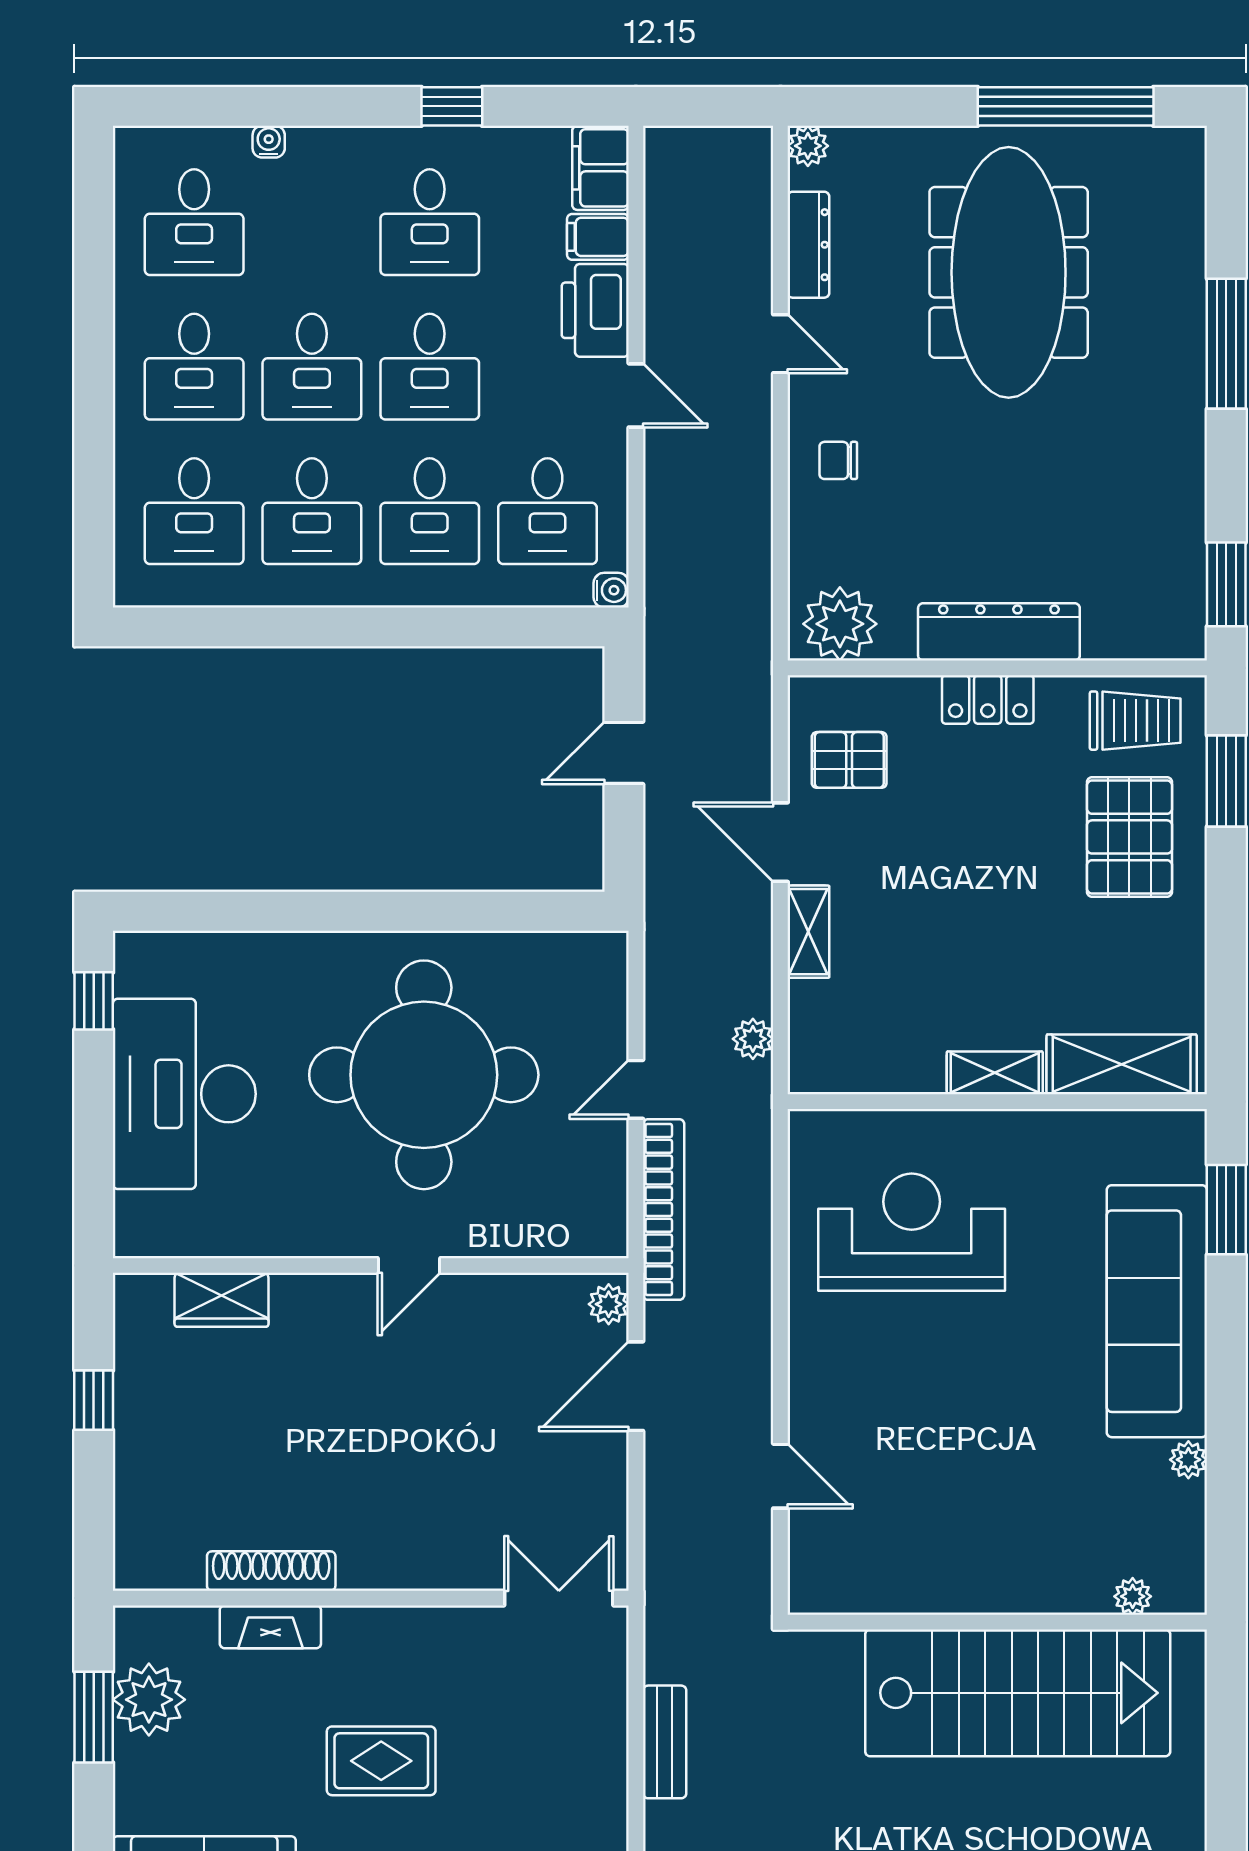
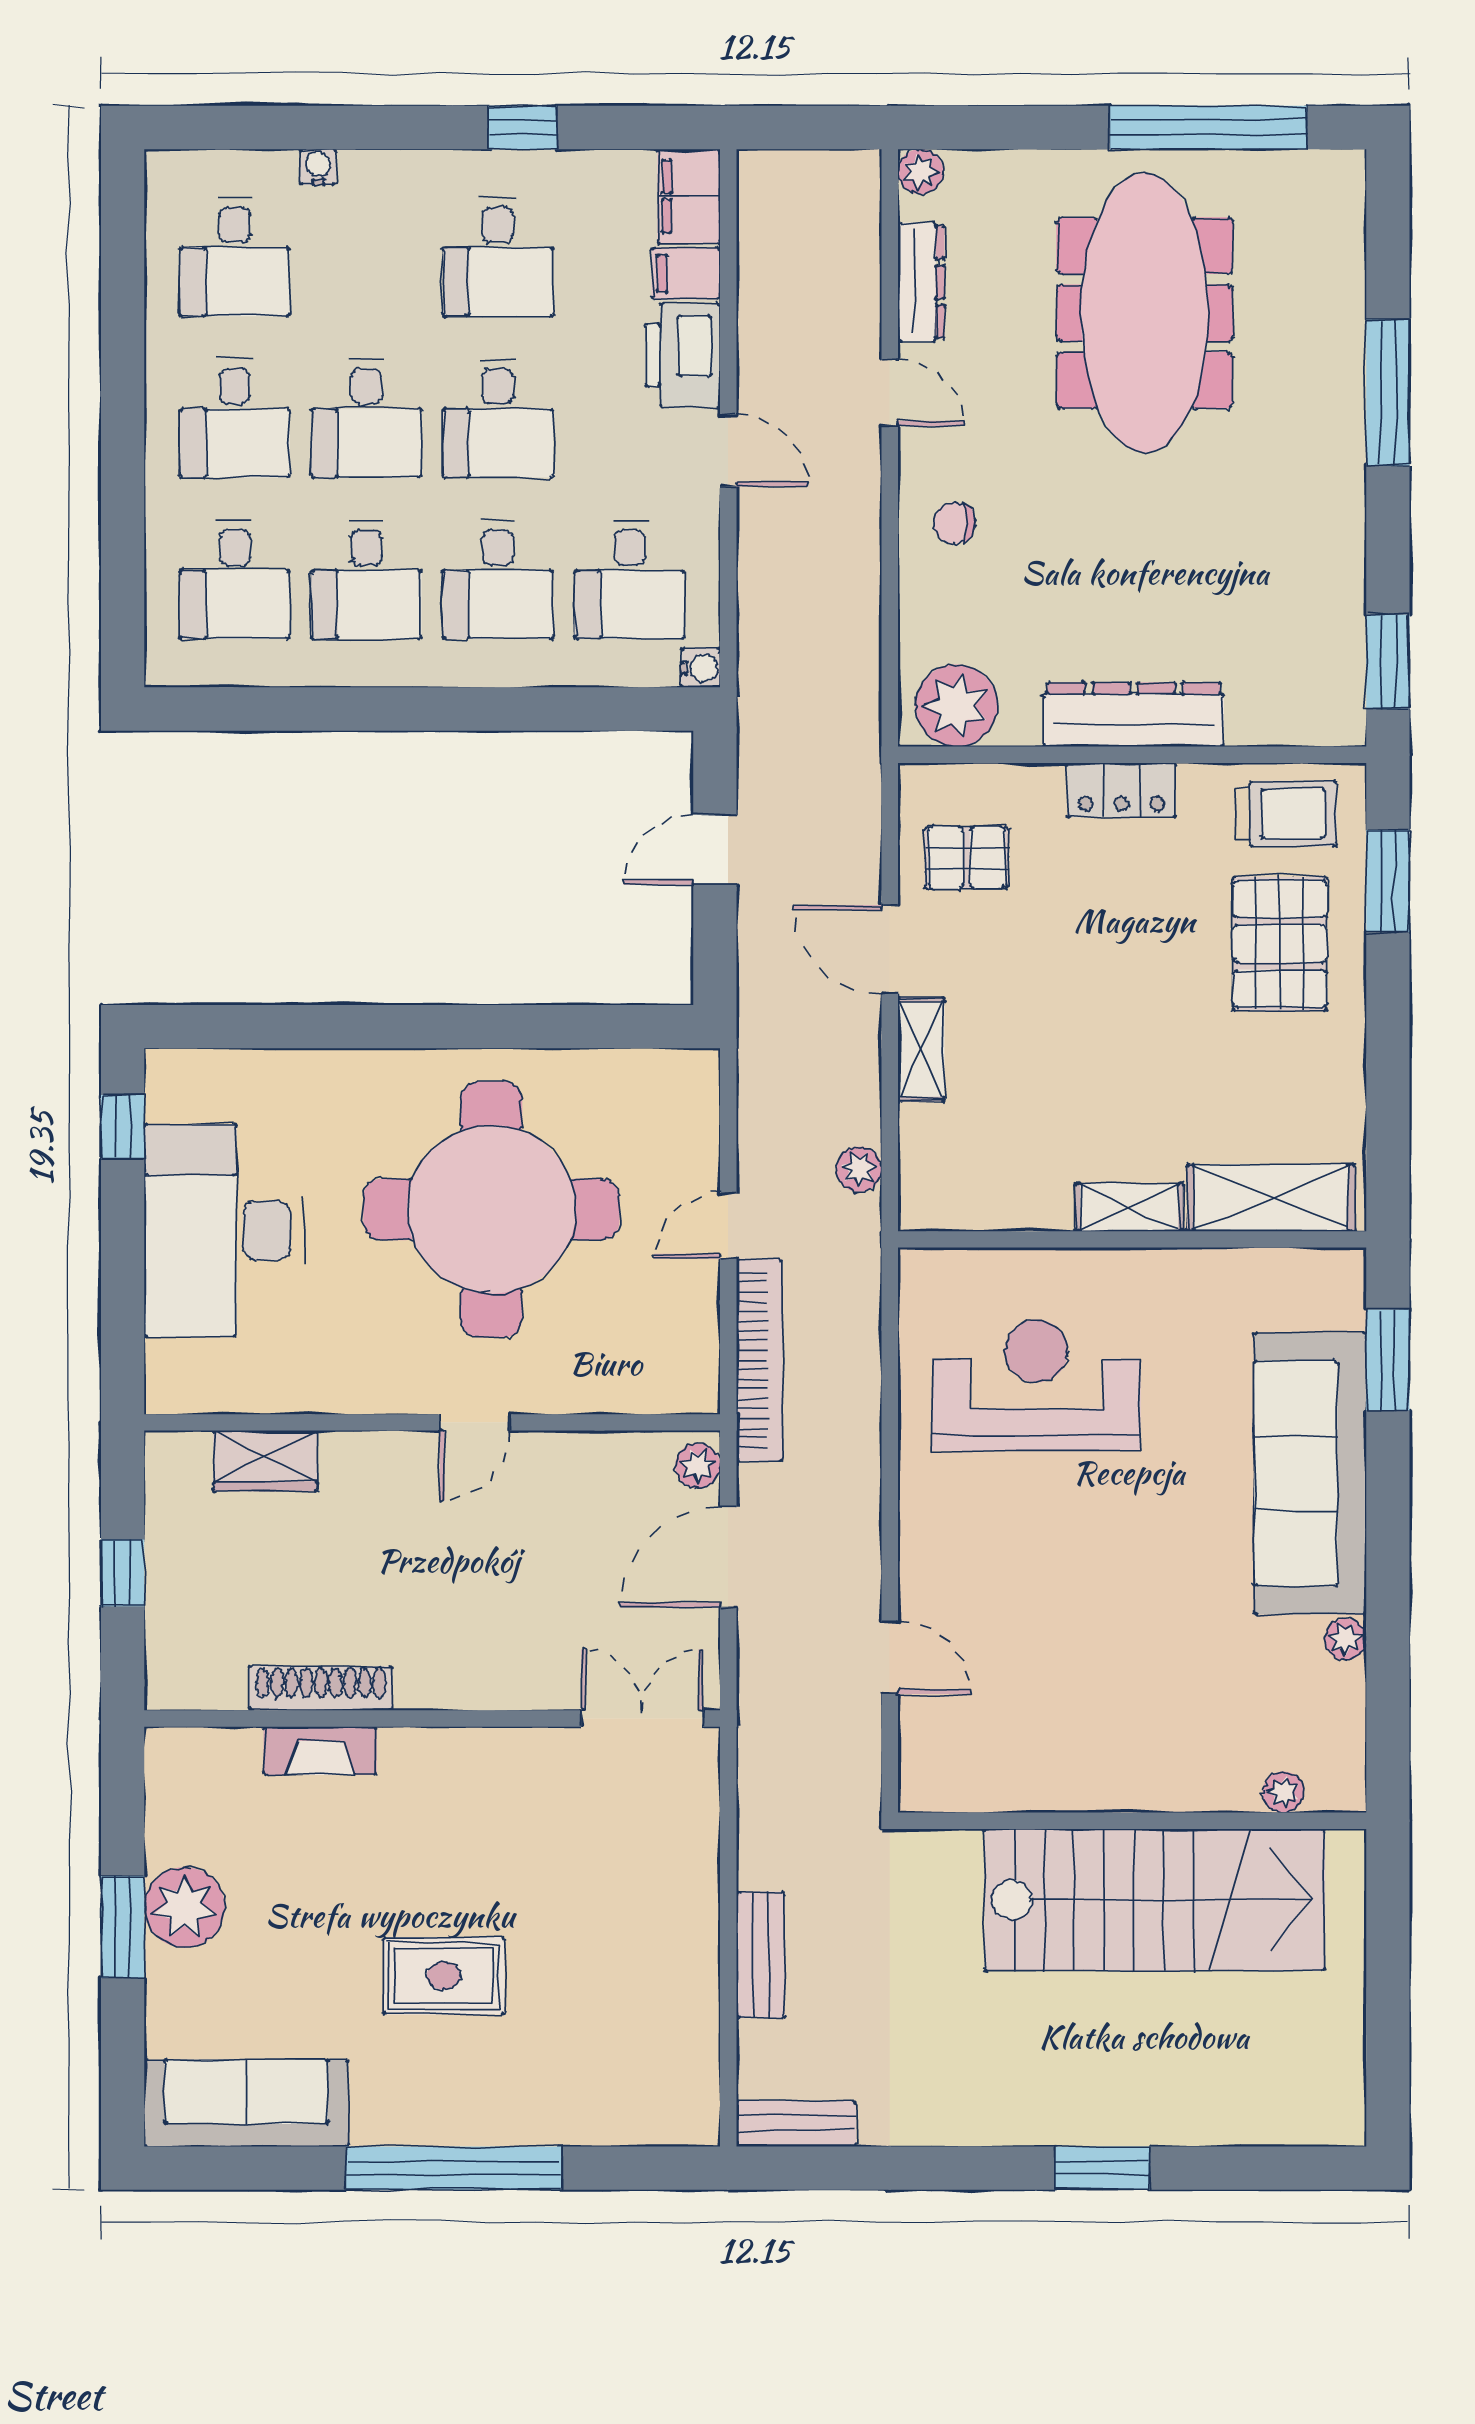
shoe rack: (271, 1571) -> (321, 1688), moved
wall: (371, 1598) -> (432, 1719), moved
double door: (559, 1598) -> (642, 1719), moved
fireplace: (270, 1627) -> (320, 1751), moved

